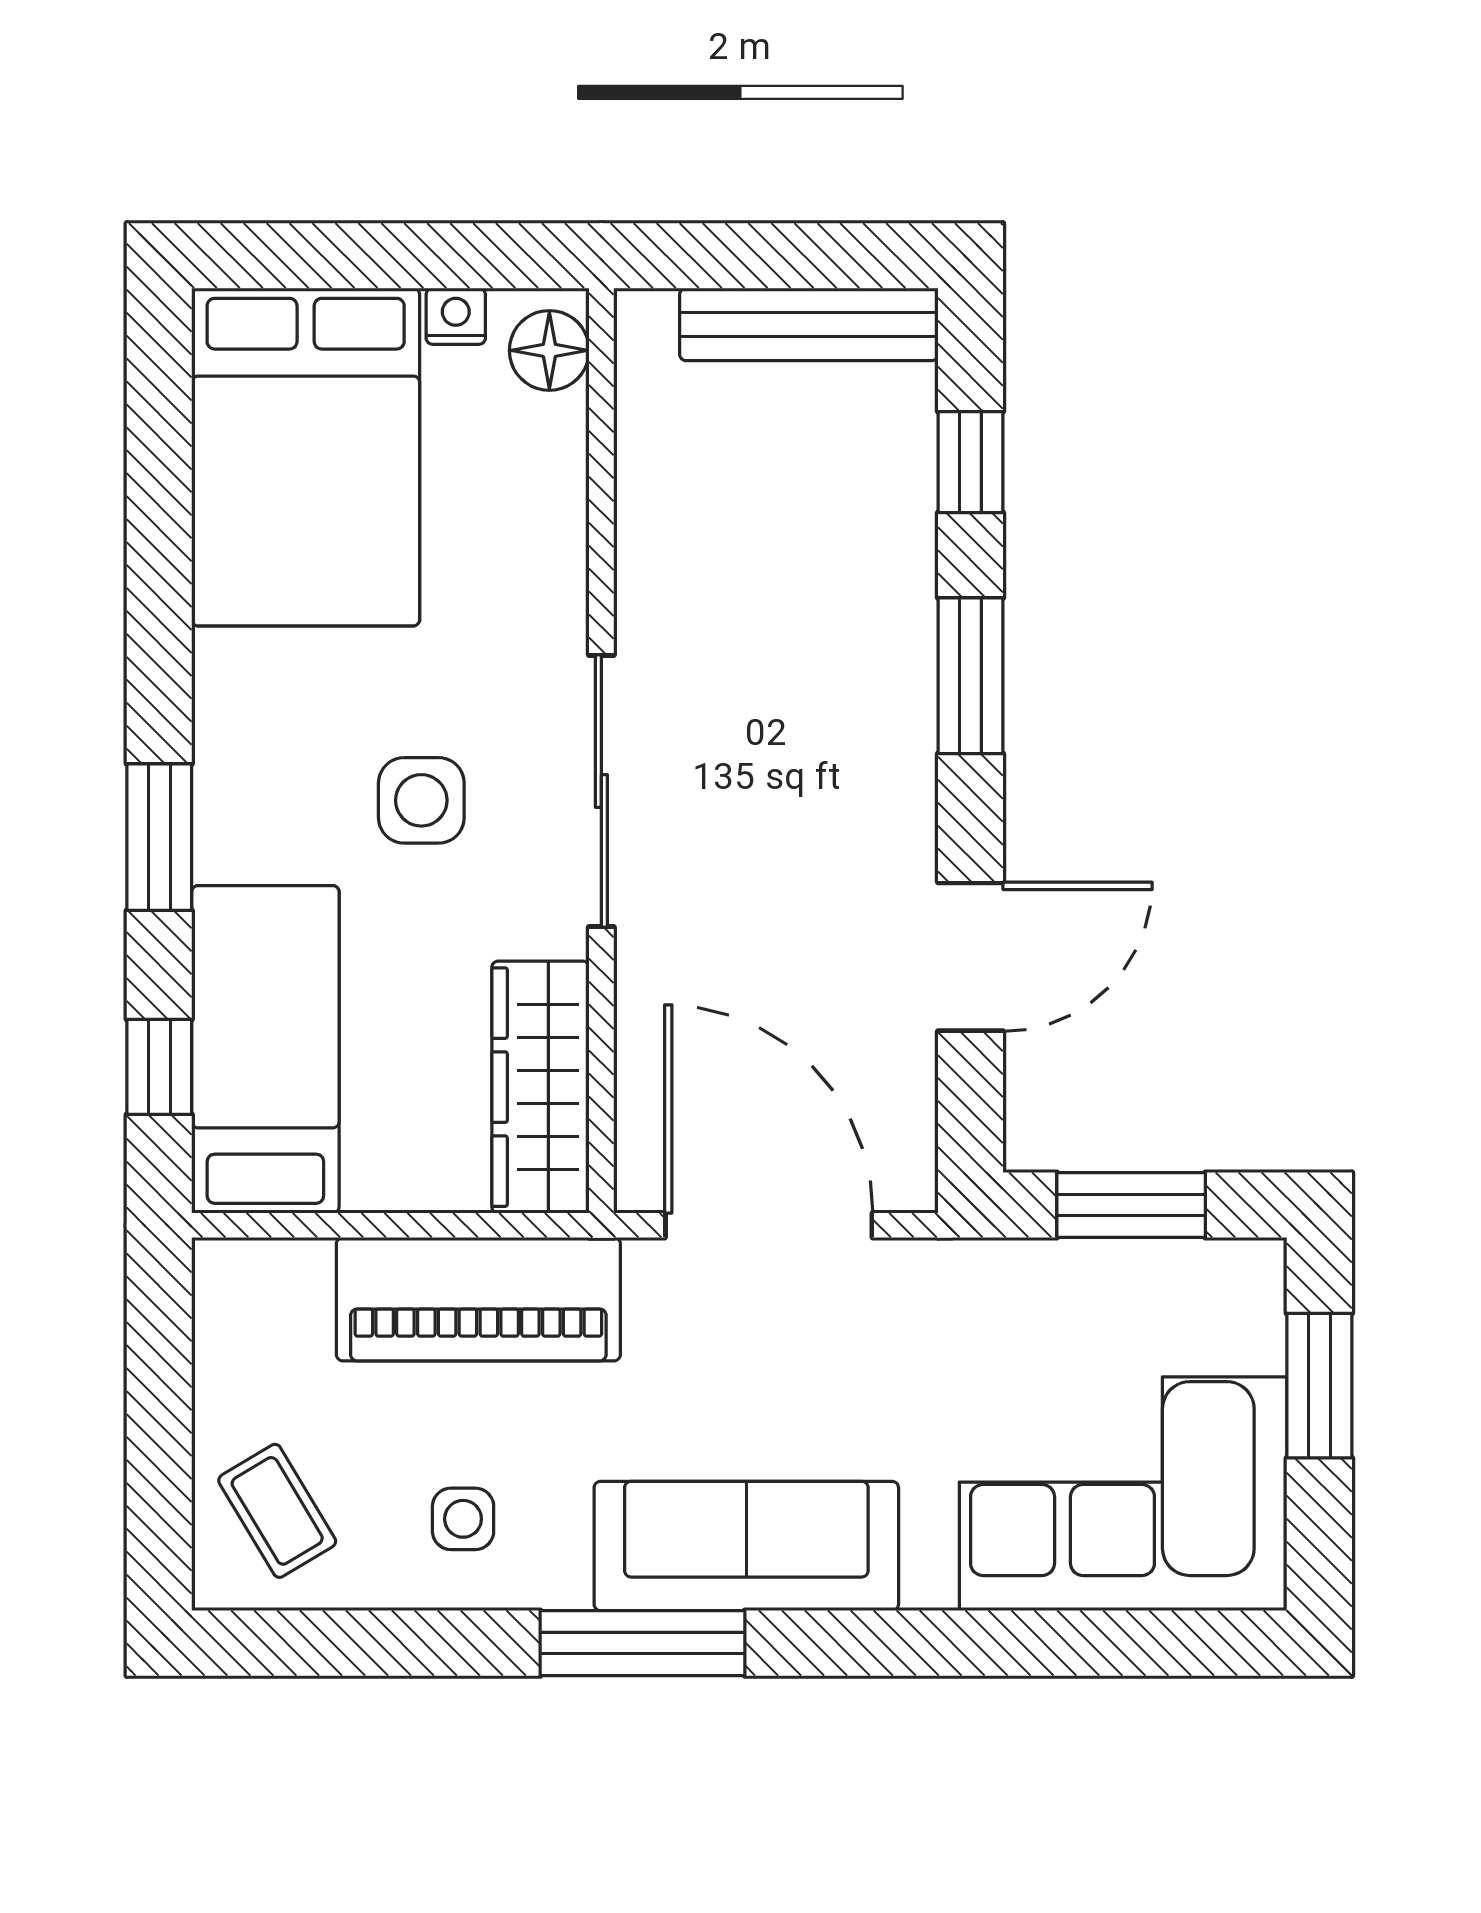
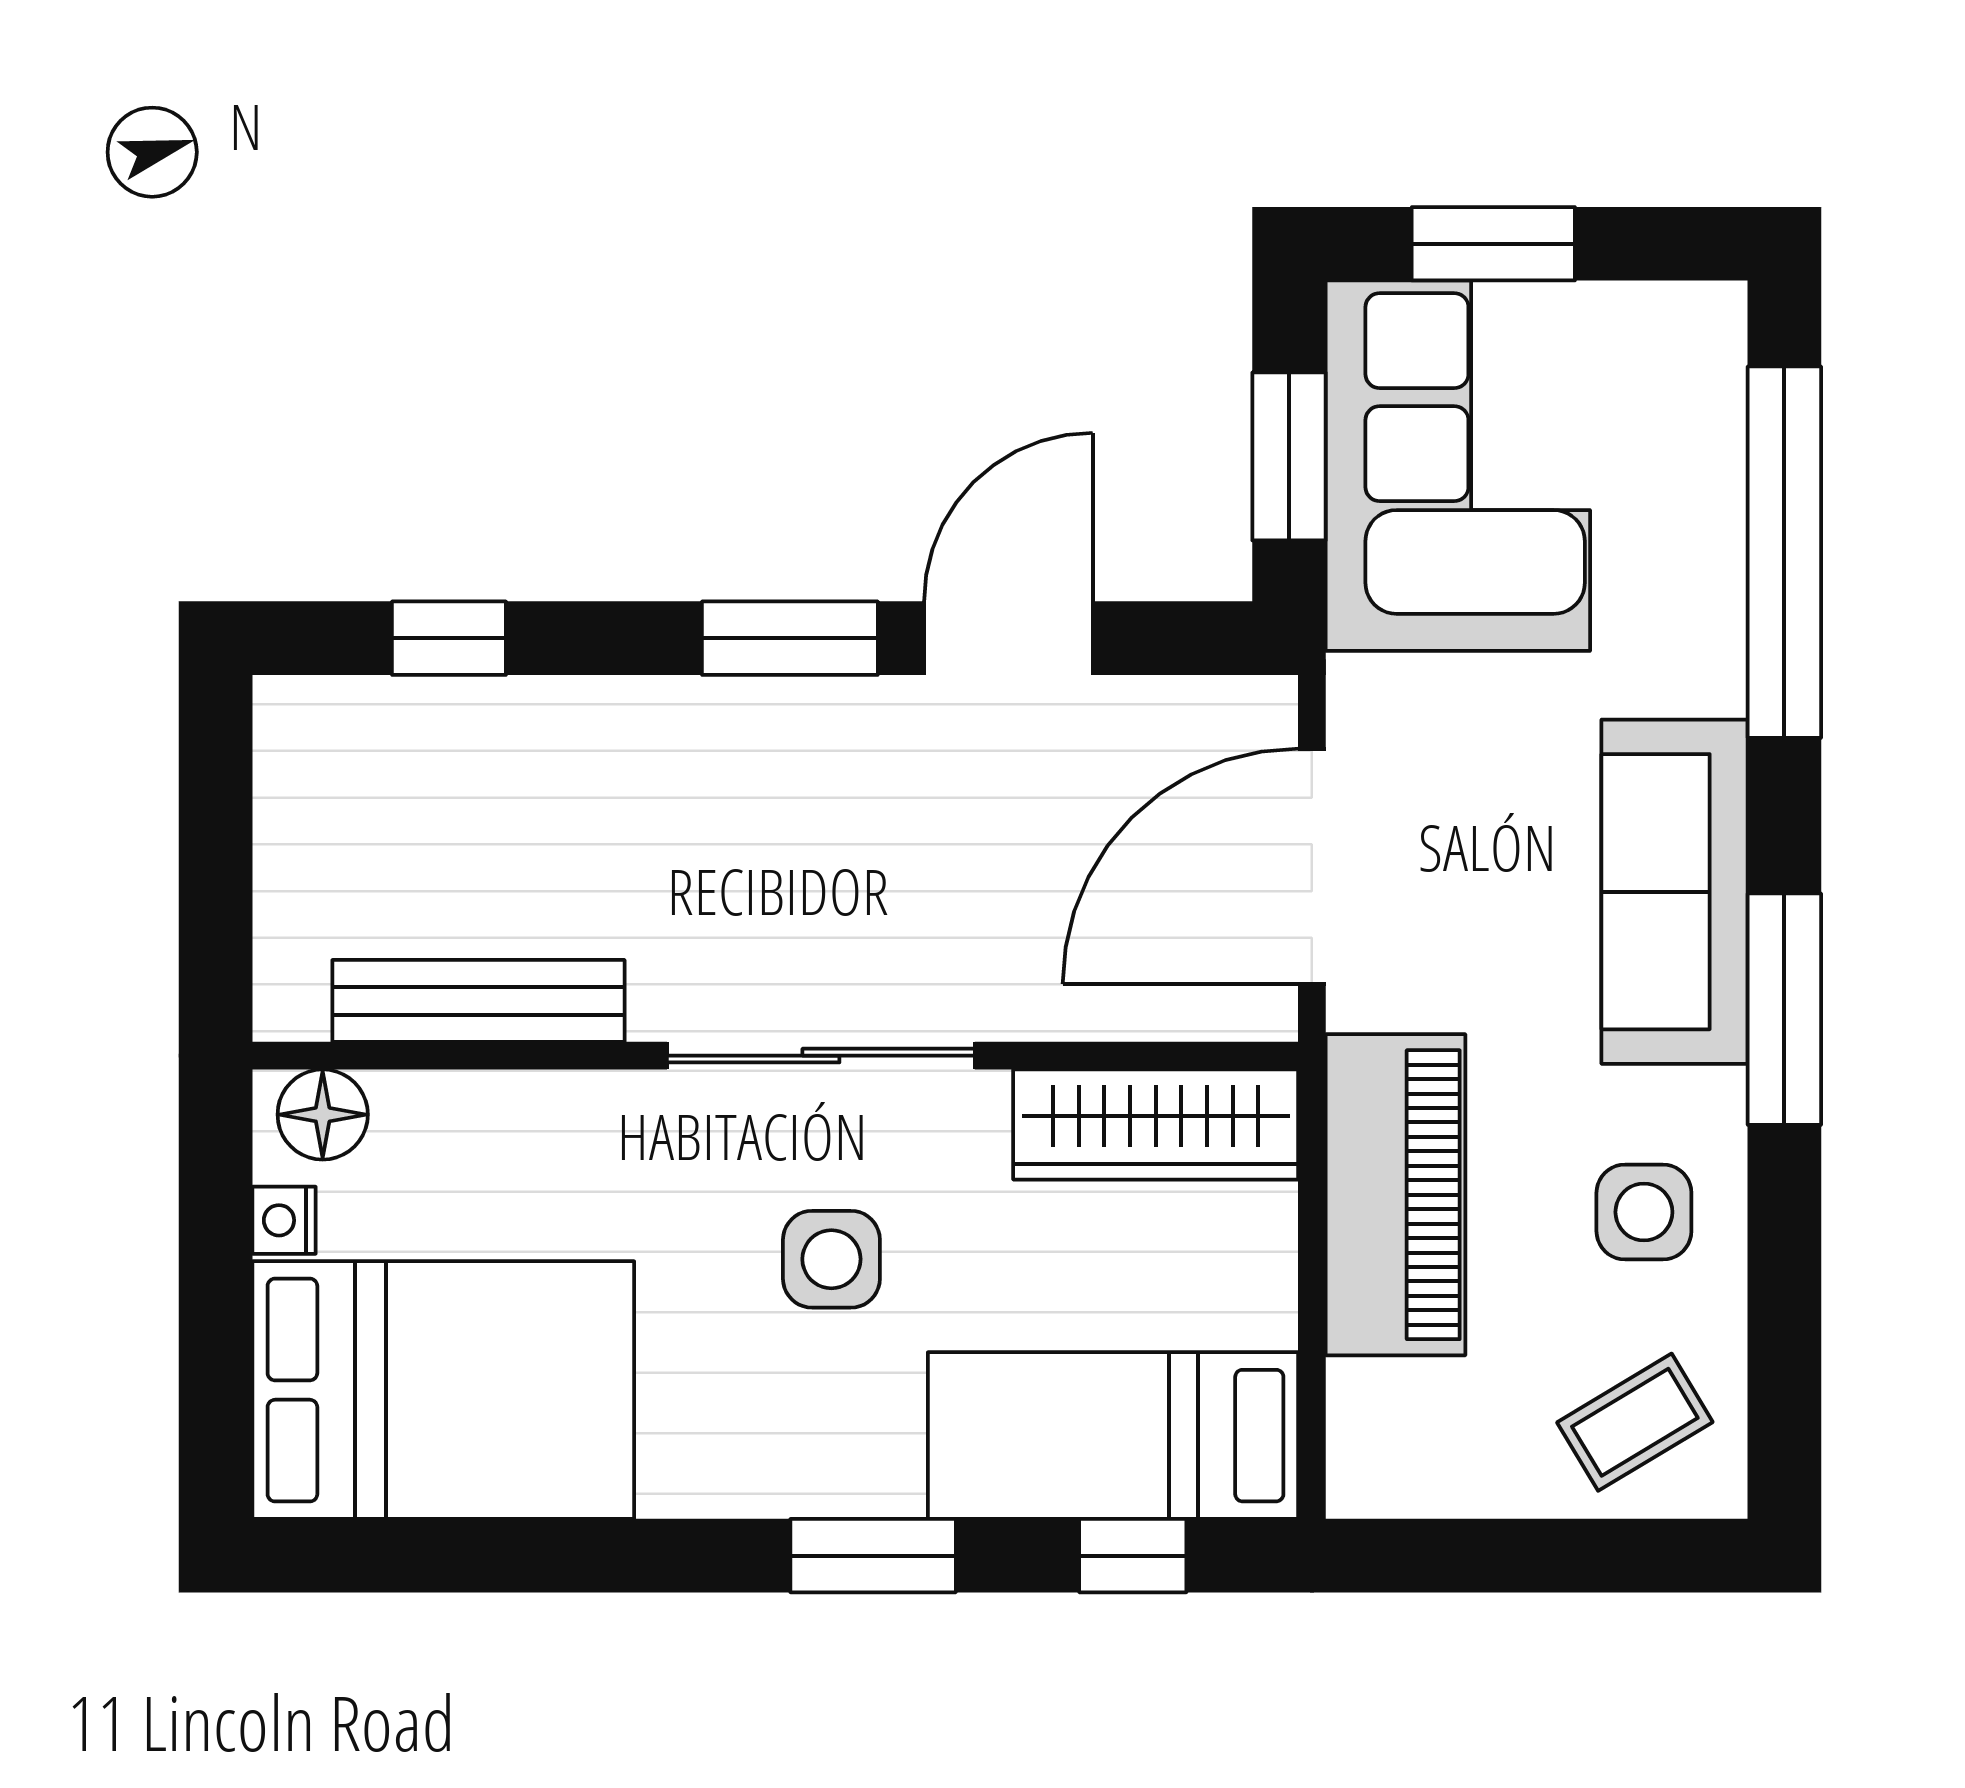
bench: (809, 324) -> (478, 1001), moved, turned 90
window: (971, 676) -> (790, 638), moved
door: (971, 957) -> (1008, 638), hinge flipped
corner sofa: (1123, 1494) -> (1458, 466), moved, turned 180
side table: (463, 1519) -> (1644, 1212), width x1.37, depth x1.37
window: (1047, 1643) -> (1784, 552), added

